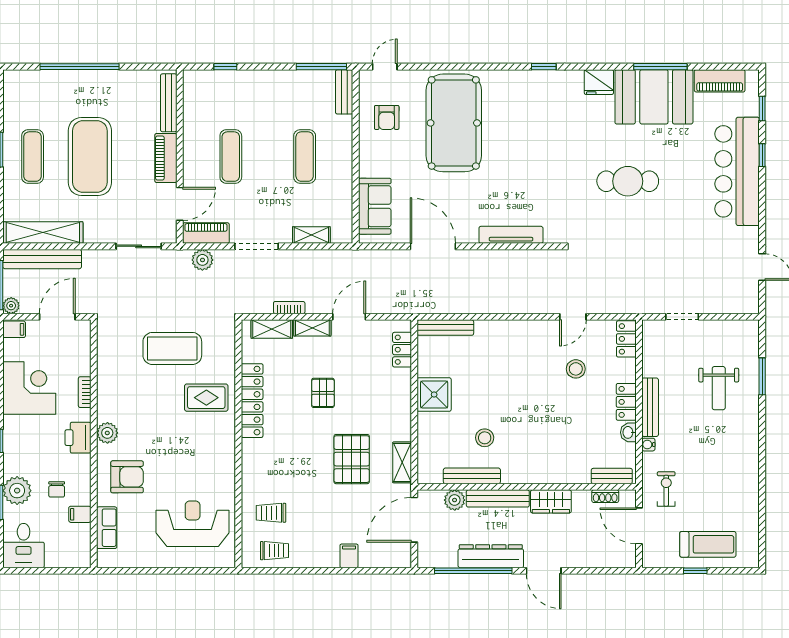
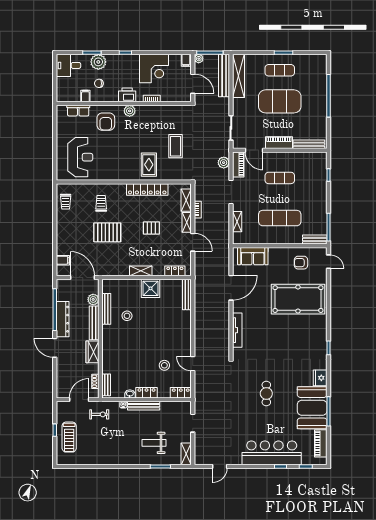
exercise mat: (305, 157) -> (280, 218), width x1.36, depth x1.45
cafe table: (628, 181) -> (266, 394), width x0.73, depth x0.74
shelving: (739, 329) -> (186, 454), added
coffee table: (172, 348) -> (176, 146), width x0.73, depth x0.76
pallet: (352, 459) -> (107, 232), moved
shelving: (402, 462) -> (141, 271), moved
trolley: (271, 513) -> (101, 203), moved
filing cabinet: (349, 556) -> (63, 260), moved
door: (544, 571) -> (55, 348), hinge flipped

